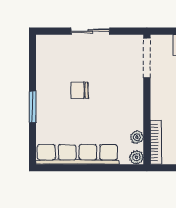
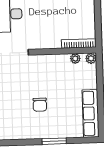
row of seats: (77, 154) -> (91, 113), width x0.73

